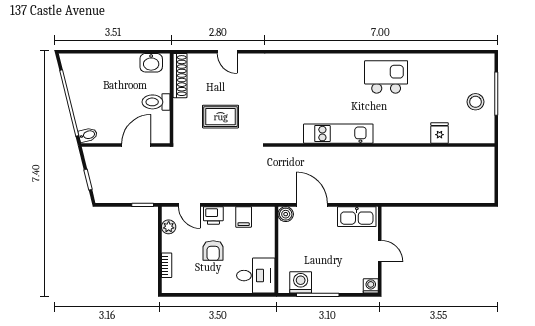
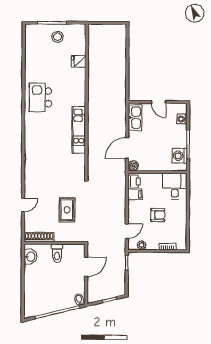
door: (136, 145) -> (86, 267), swing flipped
printer: (213, 215) -> (134, 181), moved
door: (380, 251) -> (159, 102), swing flipped
washing machine: (371, 286) -> (182, 119), moved

